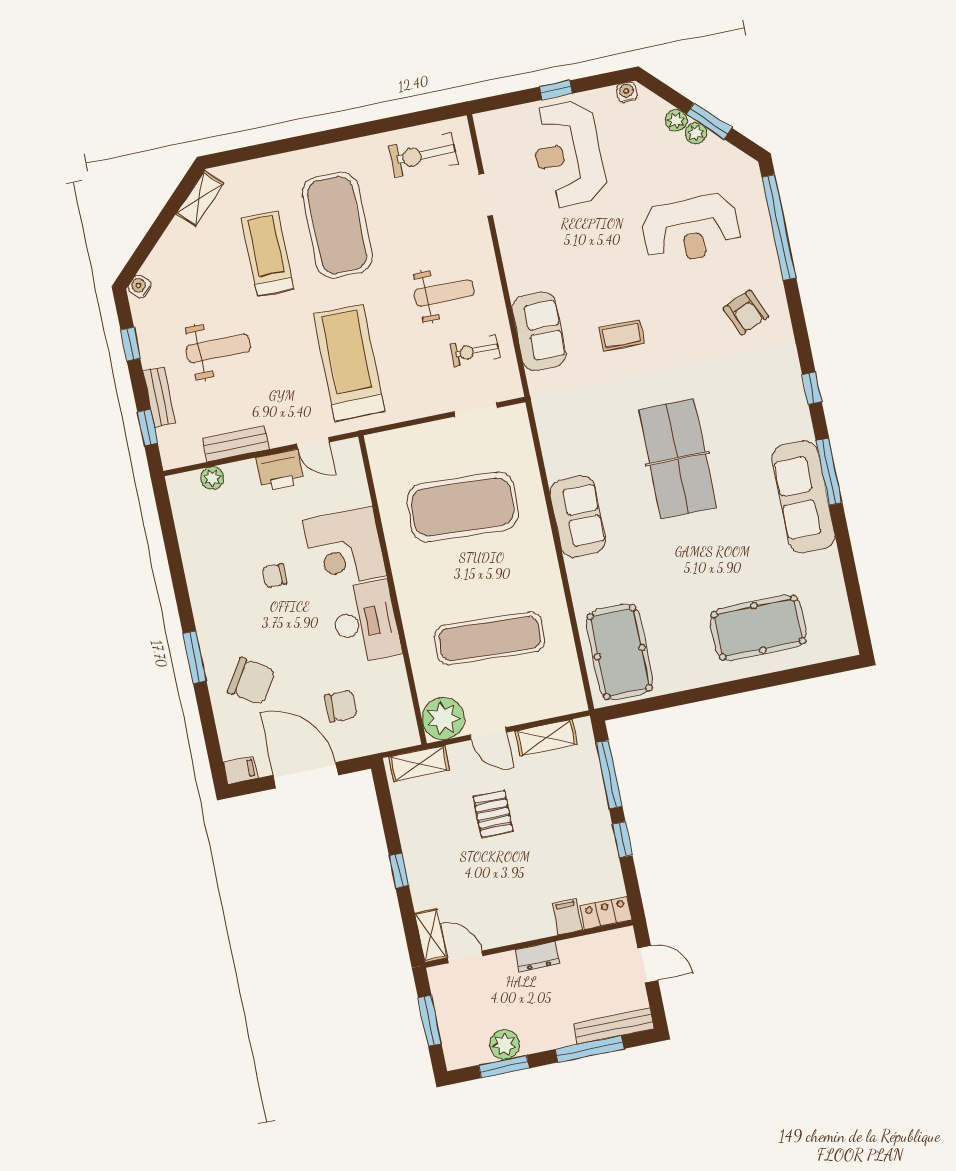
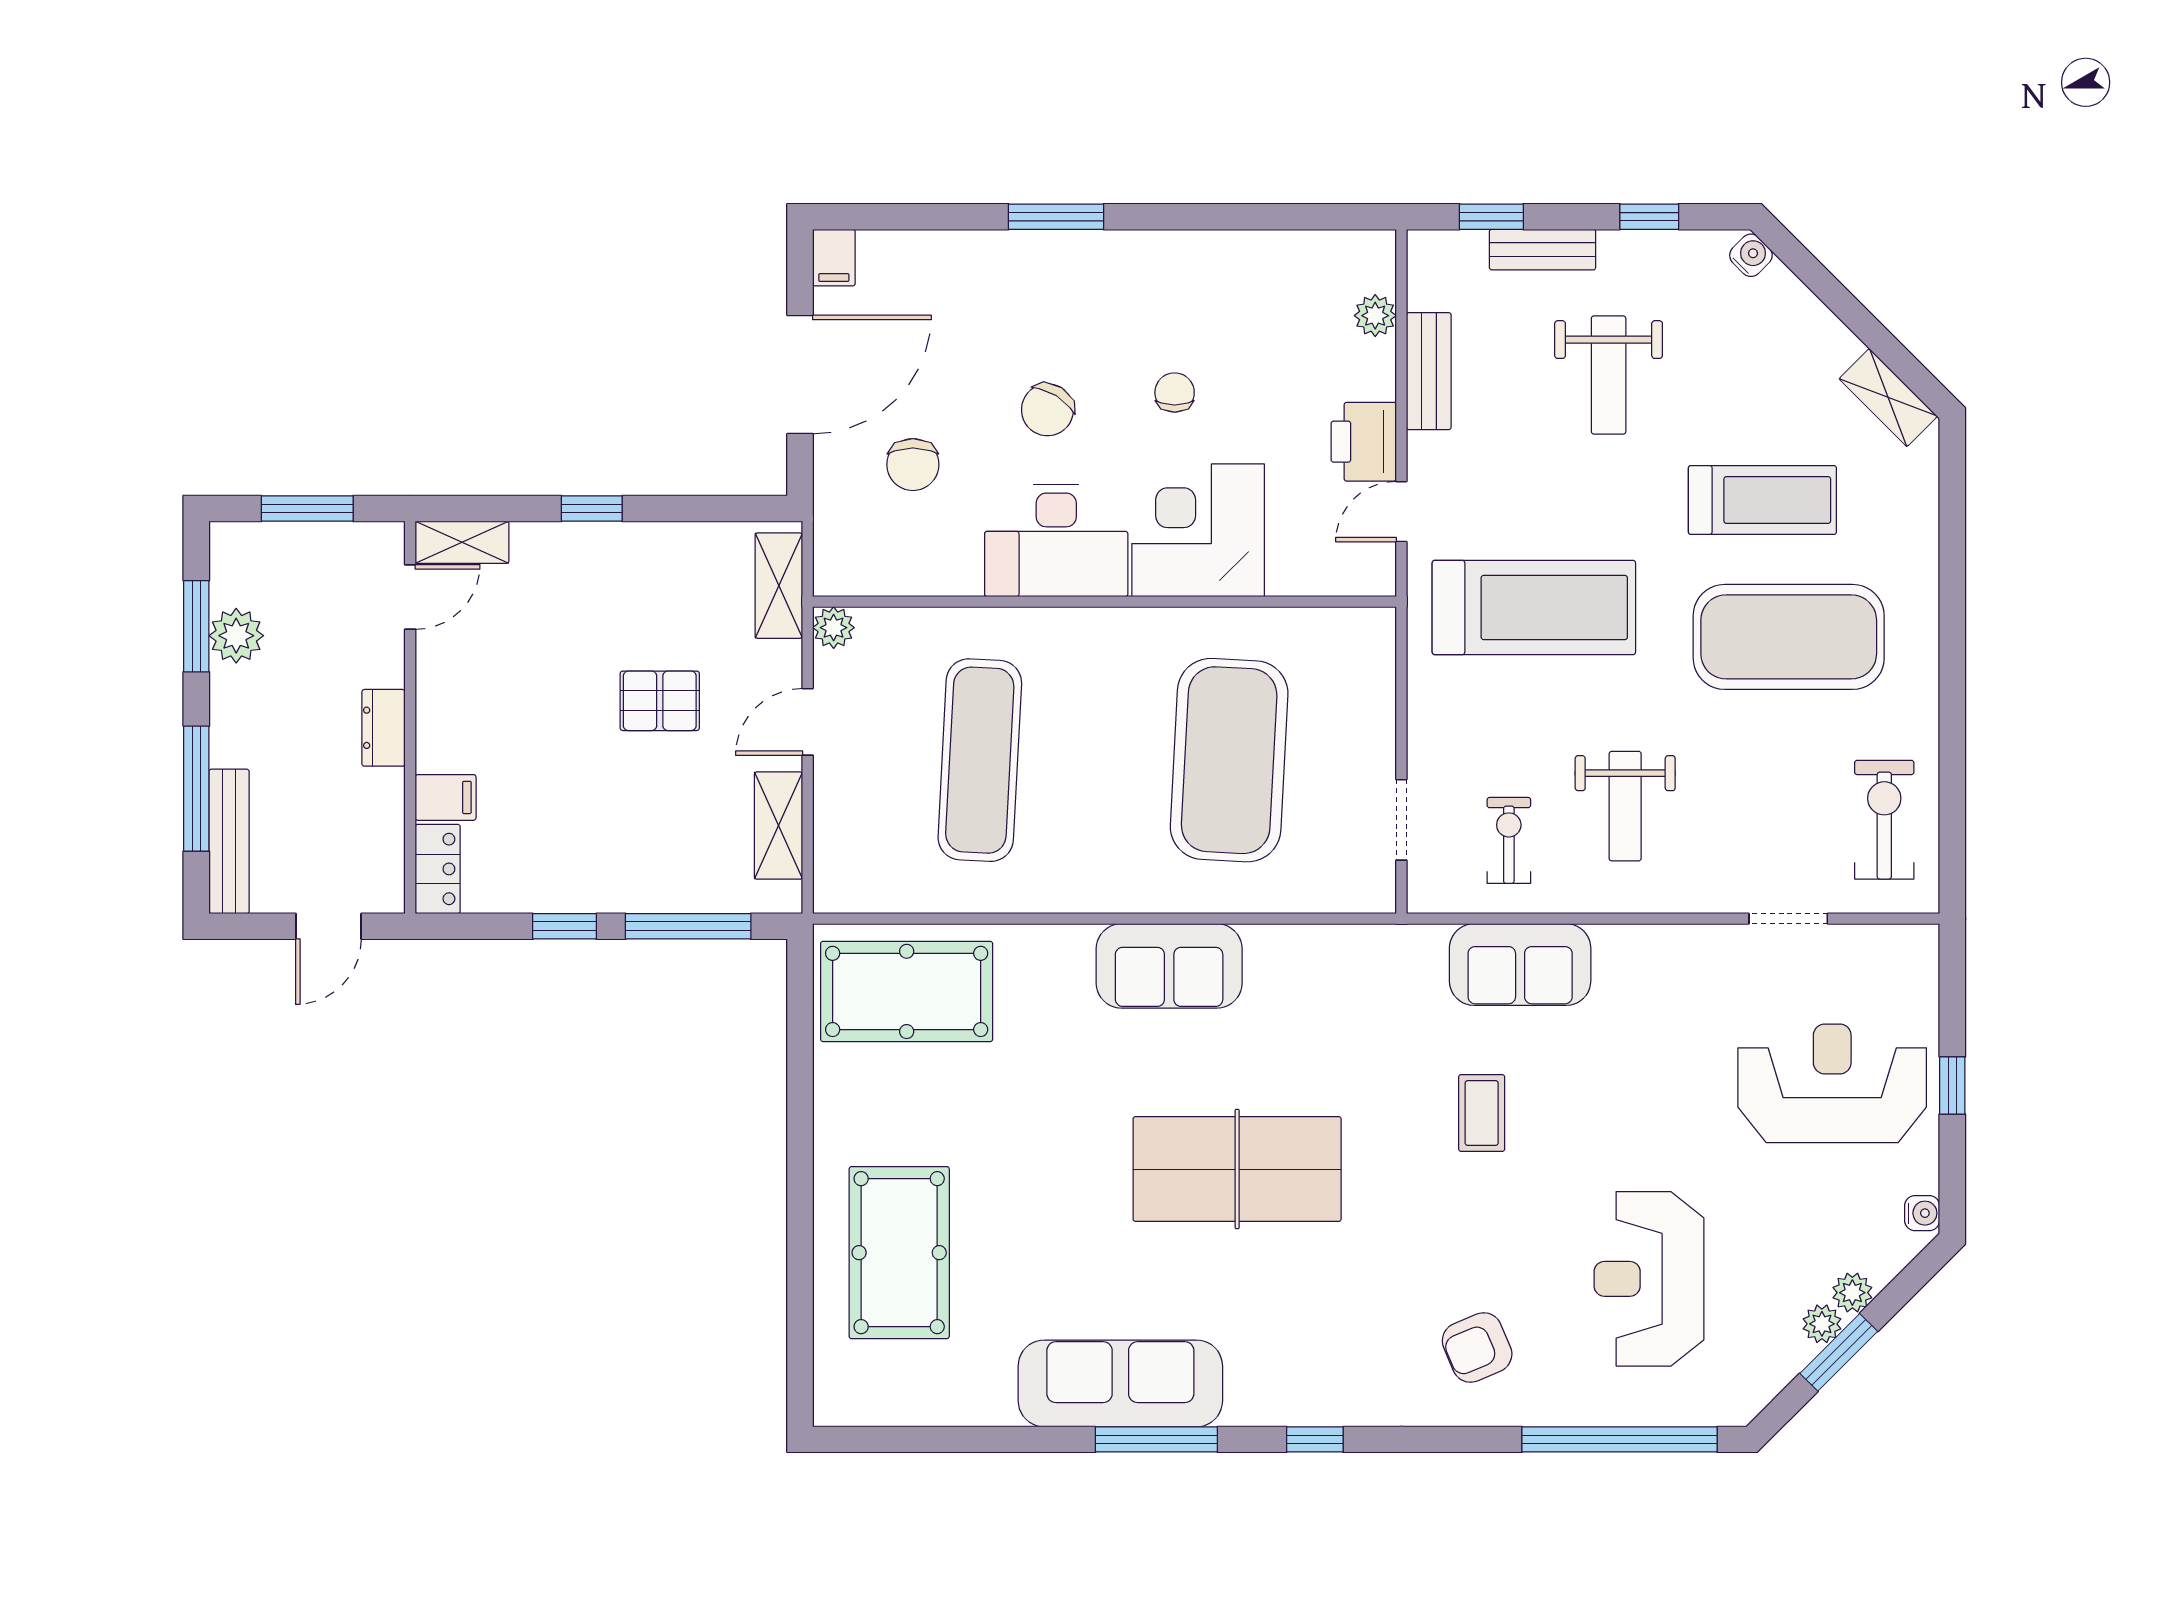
chair: (251, 681) -> (1047, 410), moved, width x0.73, depth x0.73
plant: (443, 718) -> (834, 628), width x0.53, depth x0.53

